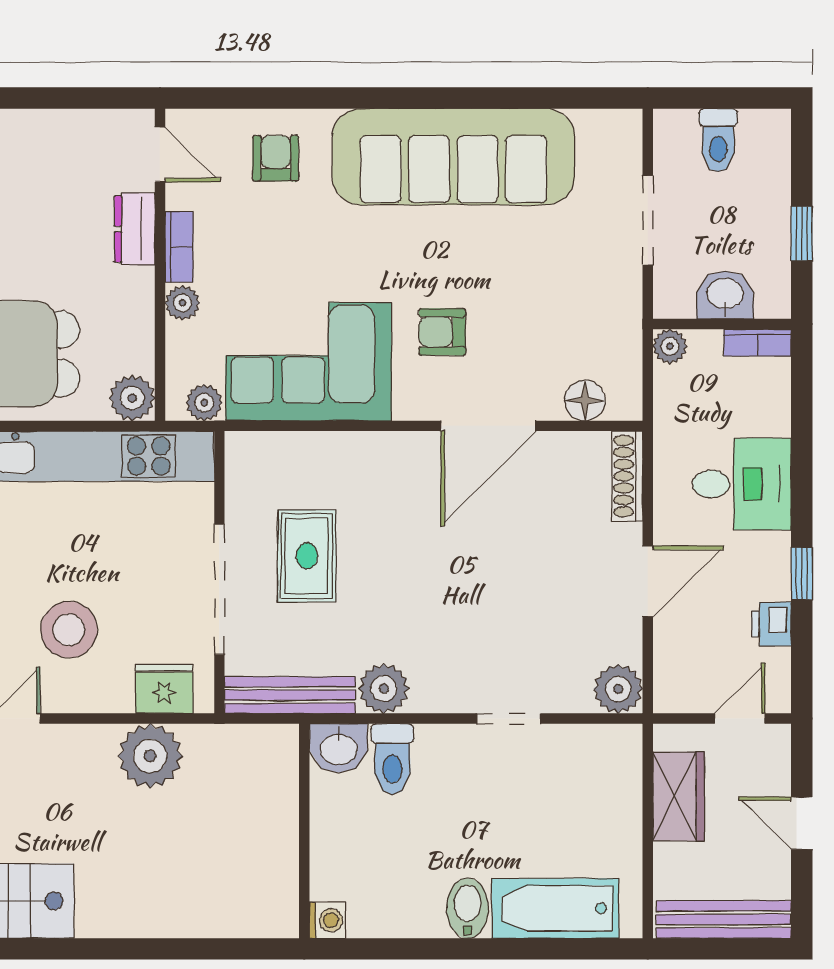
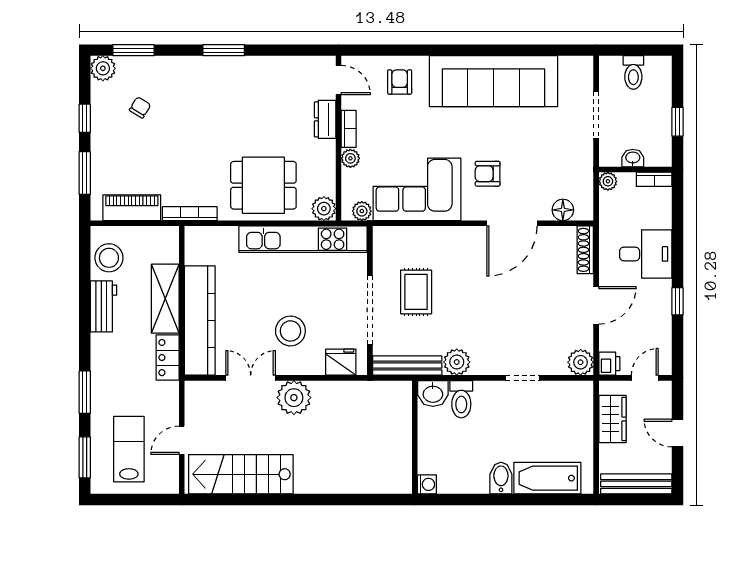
washbasin: (725, 295) -> (633, 158), width x0.72, depth x0.69
printer: (771, 624) -> (609, 364), moved, turned 180
plant: (150, 756) -> (294, 398), moved

